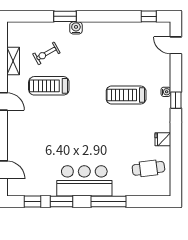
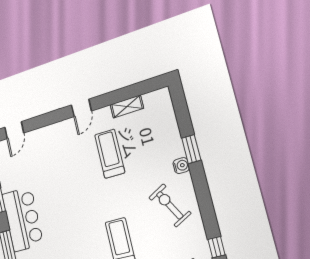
exercise bike: (46, 53) -> (170, 205), moved, width x1.38, depth x1.39

